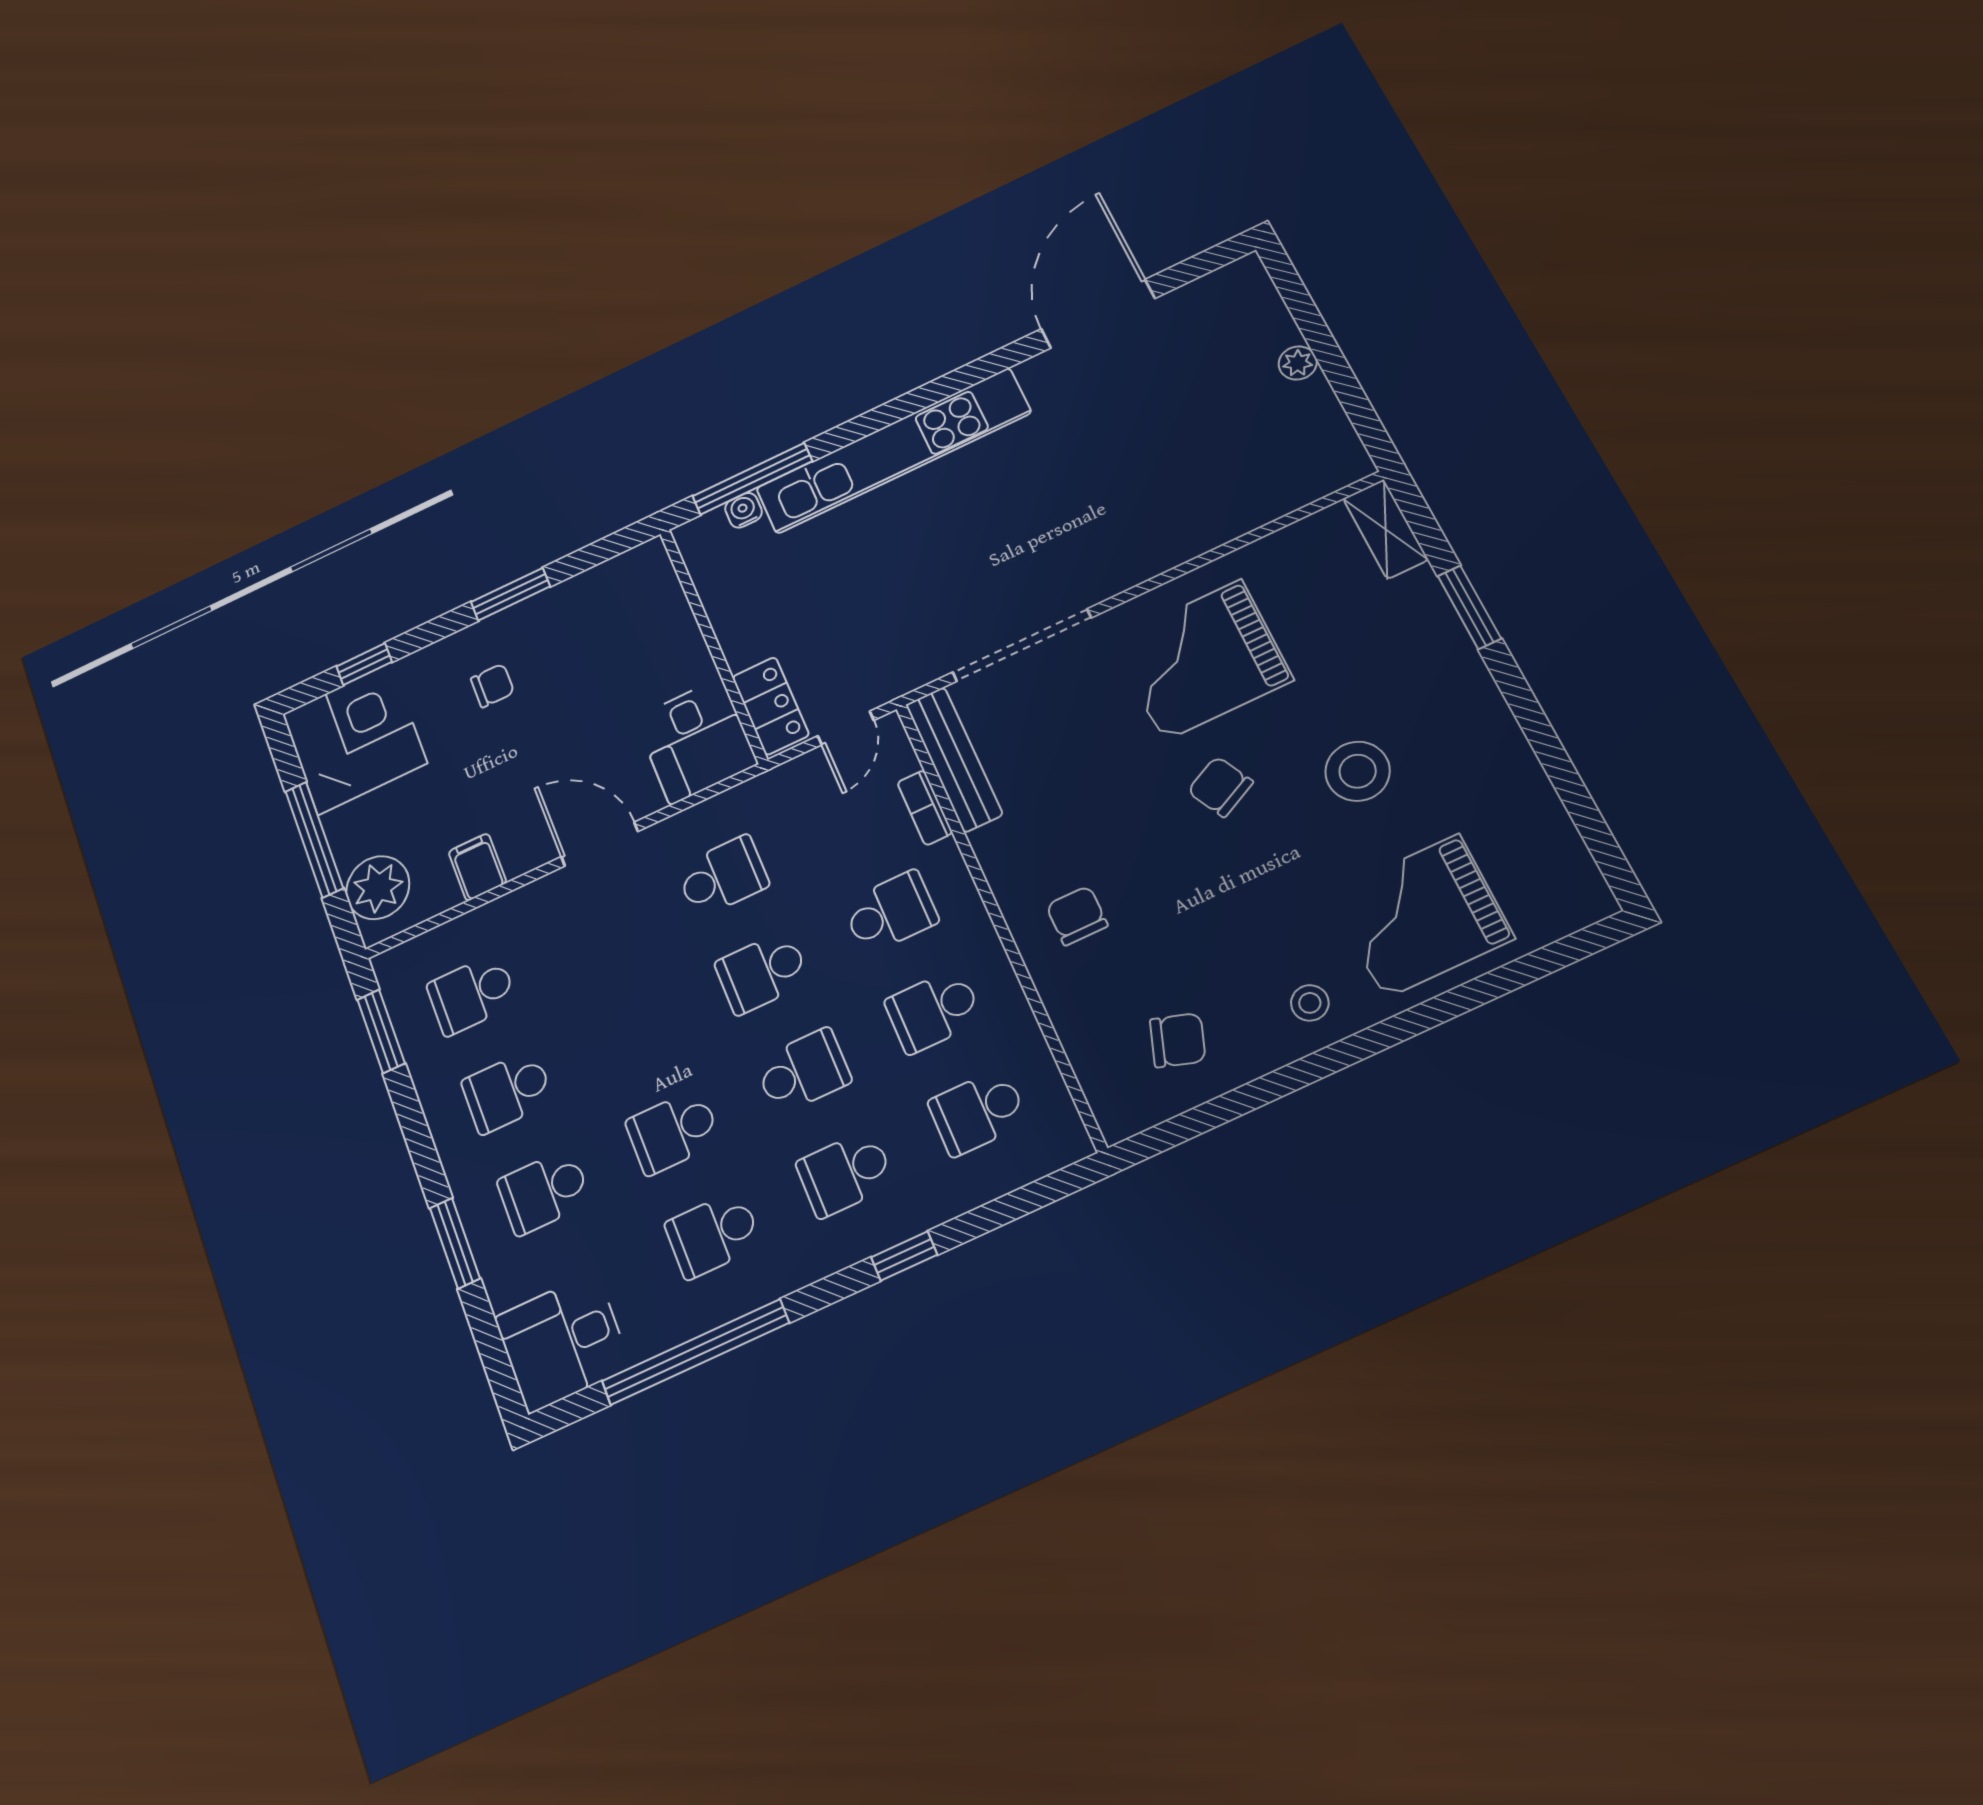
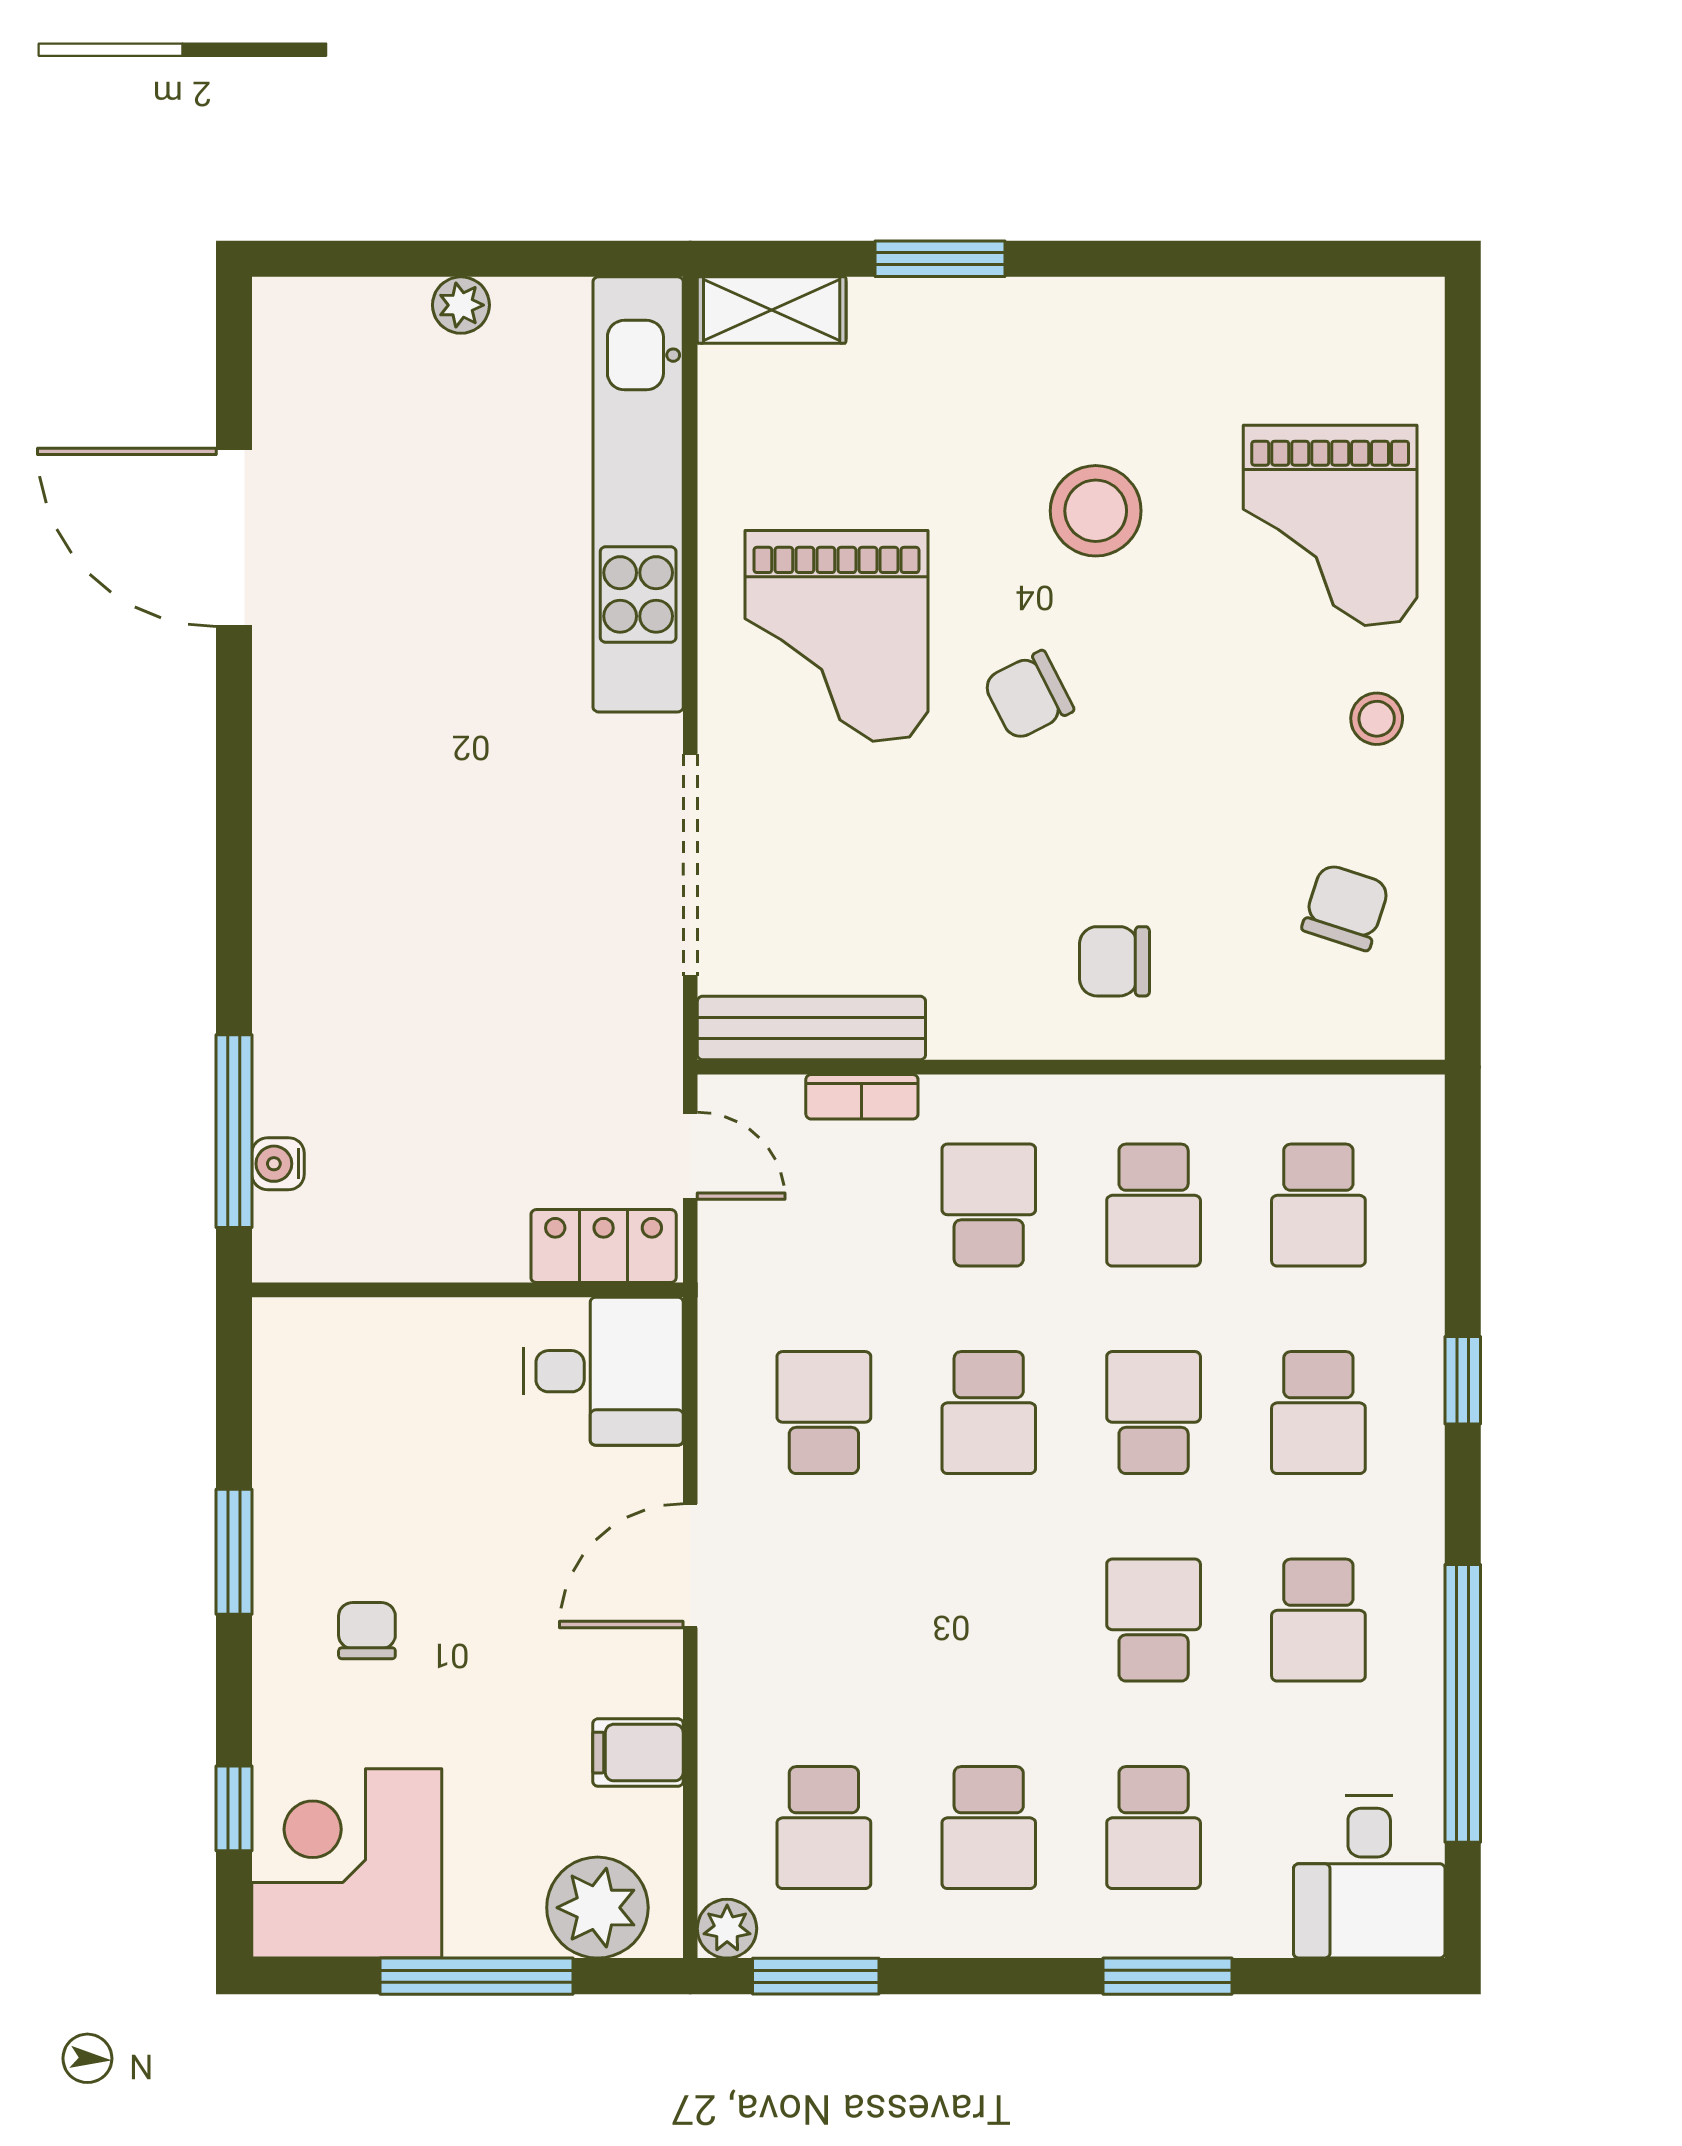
kitchen unit: (893, 451) -> (638, 494), moved, turned 180
plant: (391, 967) -> (727, 1929), added
school desk: (673, 1132) -> (1154, 1620), turned 180

